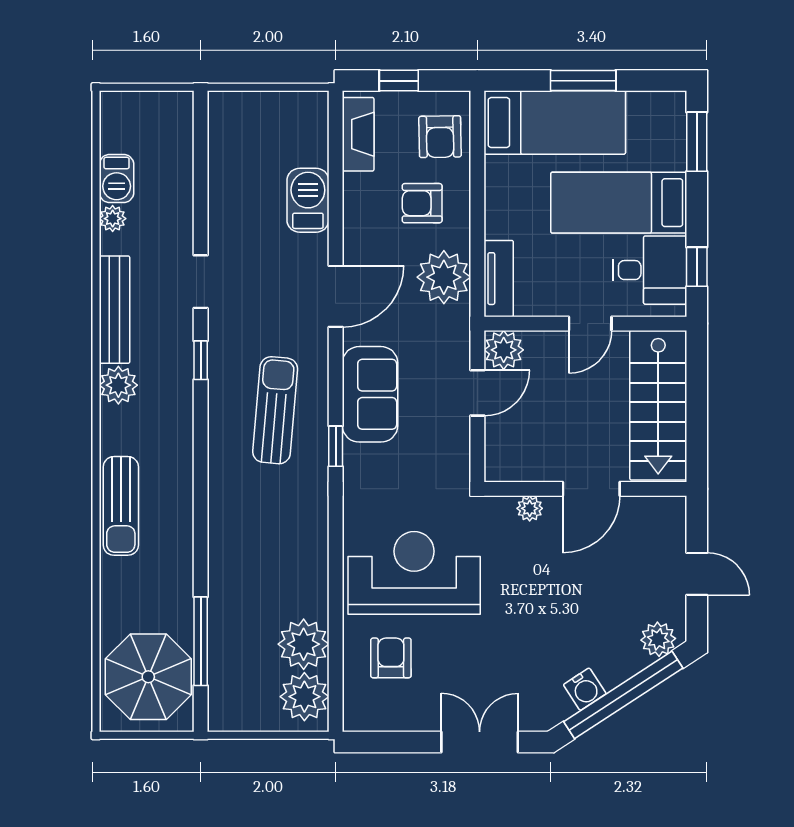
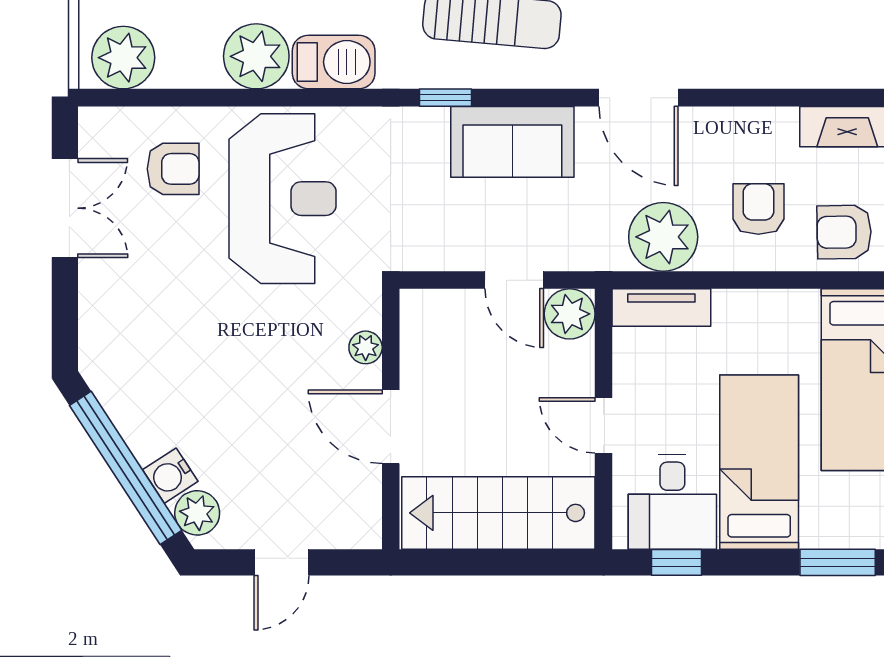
barbecue: (308, 200) -> (334, 62), moved
plant: (304, 644) -> (256, 56), moved
water cooler: (585, 689) -> (170, 476), moved
double door: (480, 742) -> (65, 208), moved

